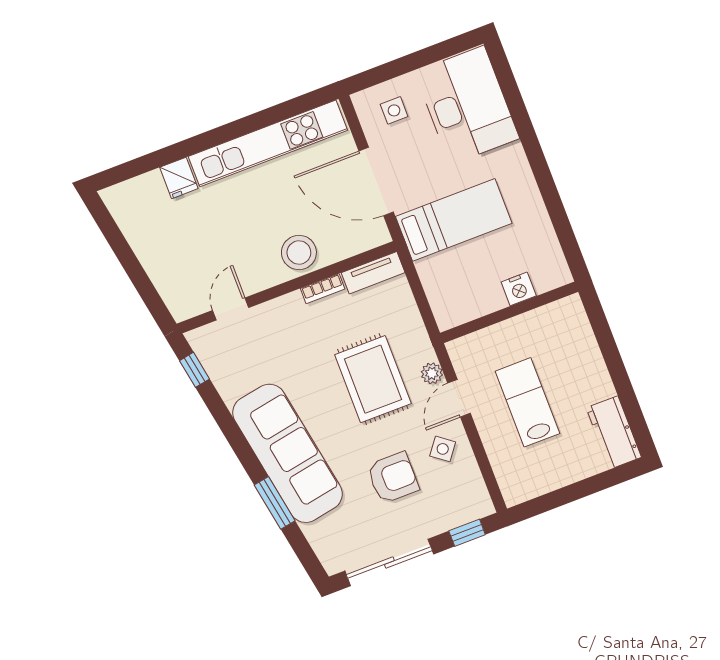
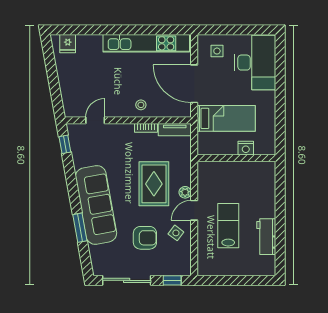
fridge: (179, 178) -> (68, 44), moved
stool: (299, 253) -> (141, 105), width x0.53, depth x0.53
nightstand: (519, 289) -> (246, 148), moved
wall: (509, 312) -> (236, 158), moved
workbench: (614, 433) -> (266, 237), moved

